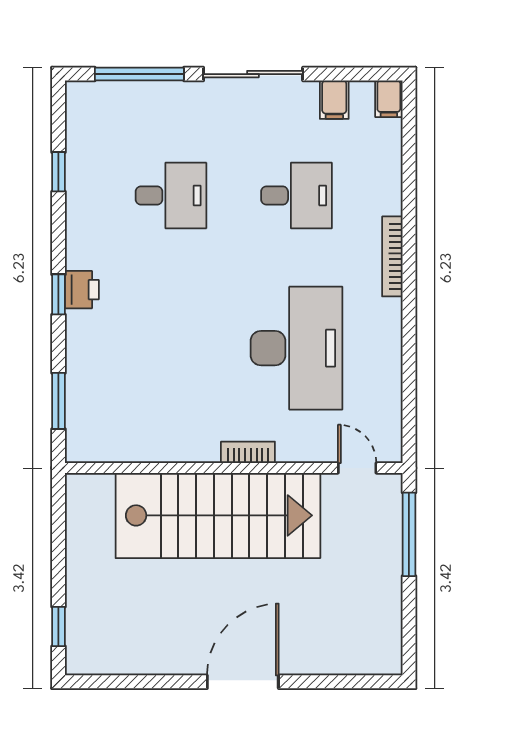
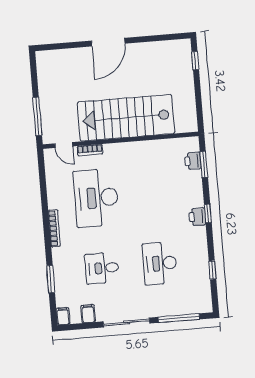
window: (409, 180) -> (51, 279), added
desk: (171, 196) -> (160, 263), width x1.37
bookcase: (392, 256) -> (54, 228), moved
printer: (82, 411) -> (193, 161), added
bookcase: (248, 452) -> (90, 150), moved

